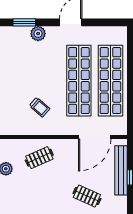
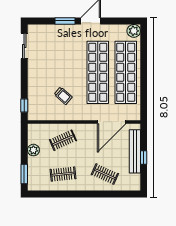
window: (24, 22) -> (65, 21), moved
plant: (38, 34) -> (134, 31), moved
clothes rail: (39, 196) -> (63, 174), added

